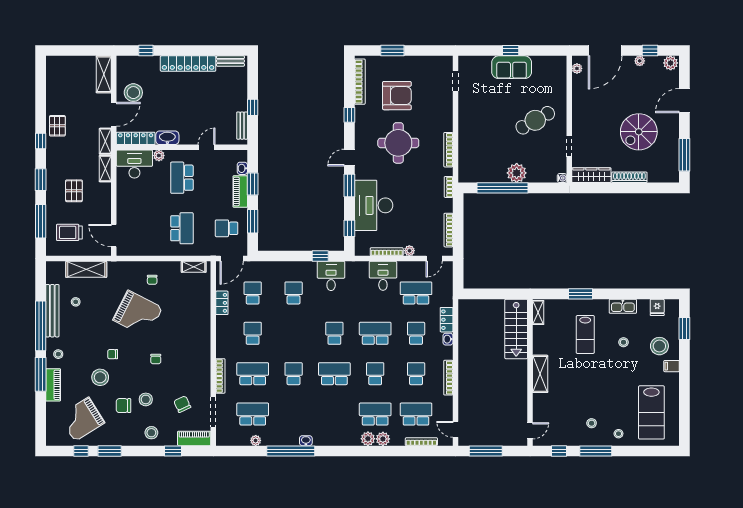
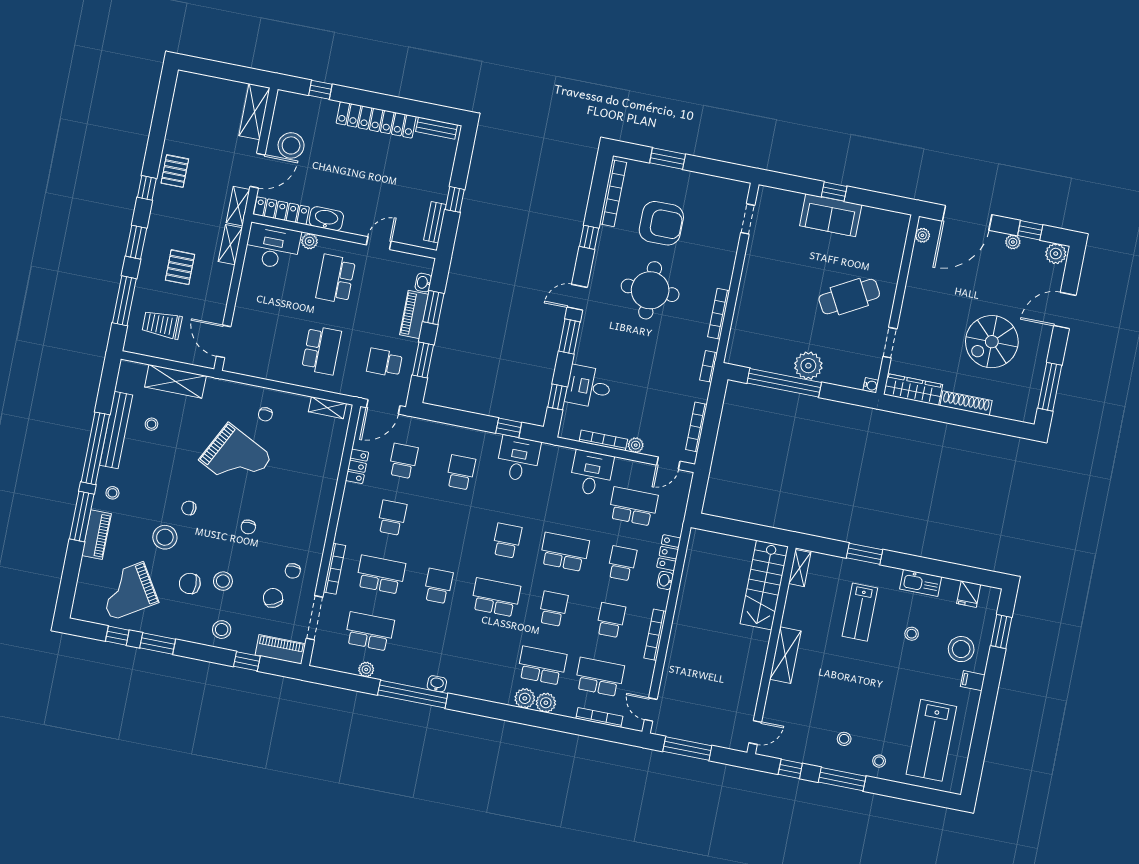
desk: (374, 205) -> (588, 387), width x0.53, depth x0.77
chair: (192, 383) -> (293, 571), added

